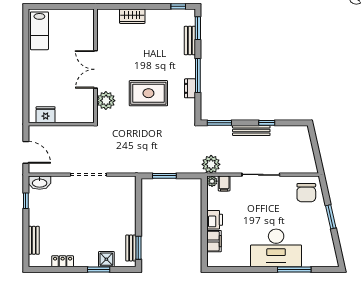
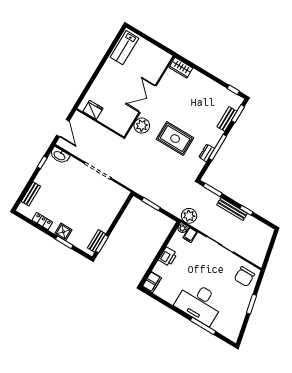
wardrobe: (132, 16) -> (181, 68), moved
filing cabinet: (214, 241) -> (152, 282), moved
shower: (106, 259) -> (63, 232), moved

